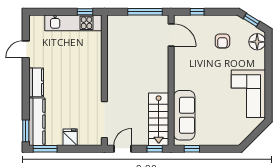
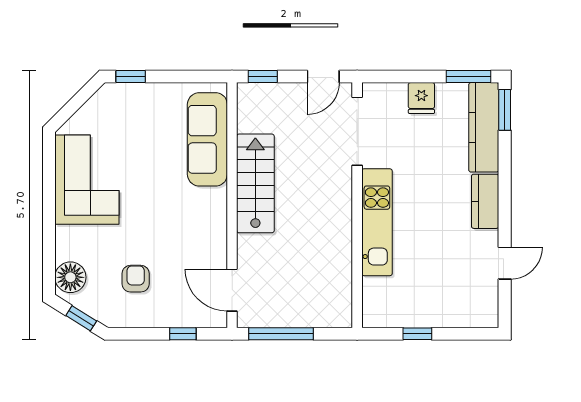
window: (85, 12) -> (417, 334), moved
kitchen unit: (73, 23) -> (377, 222), moved, turned 90
stairs: (159, 119) -> (255, 183), moved
window: (192, 149) -> (131, 77), moved

